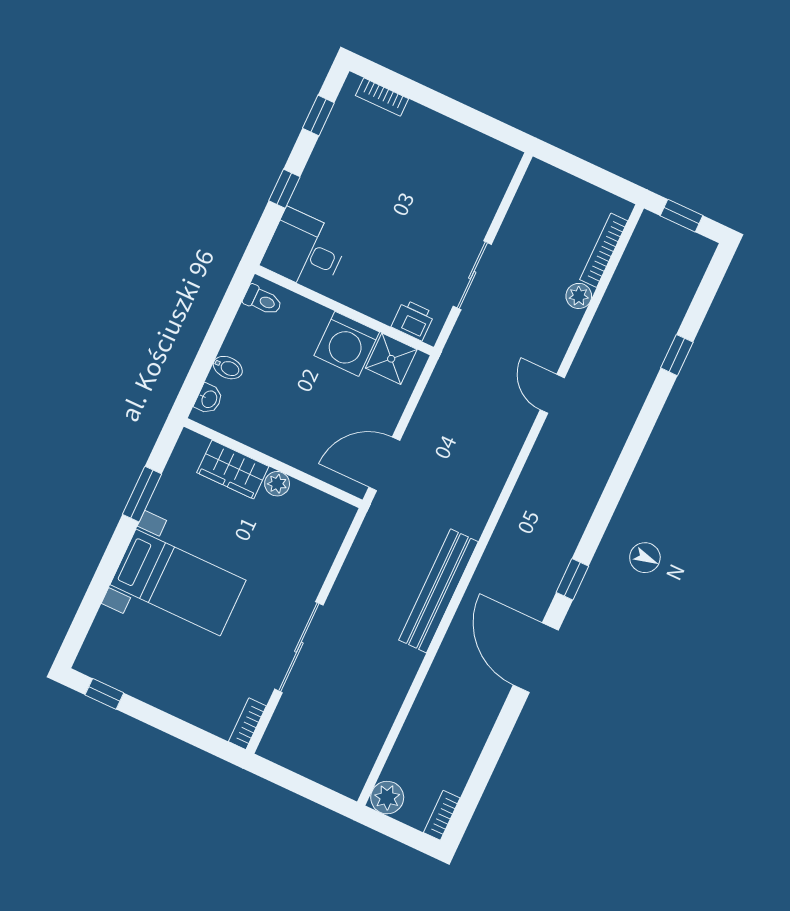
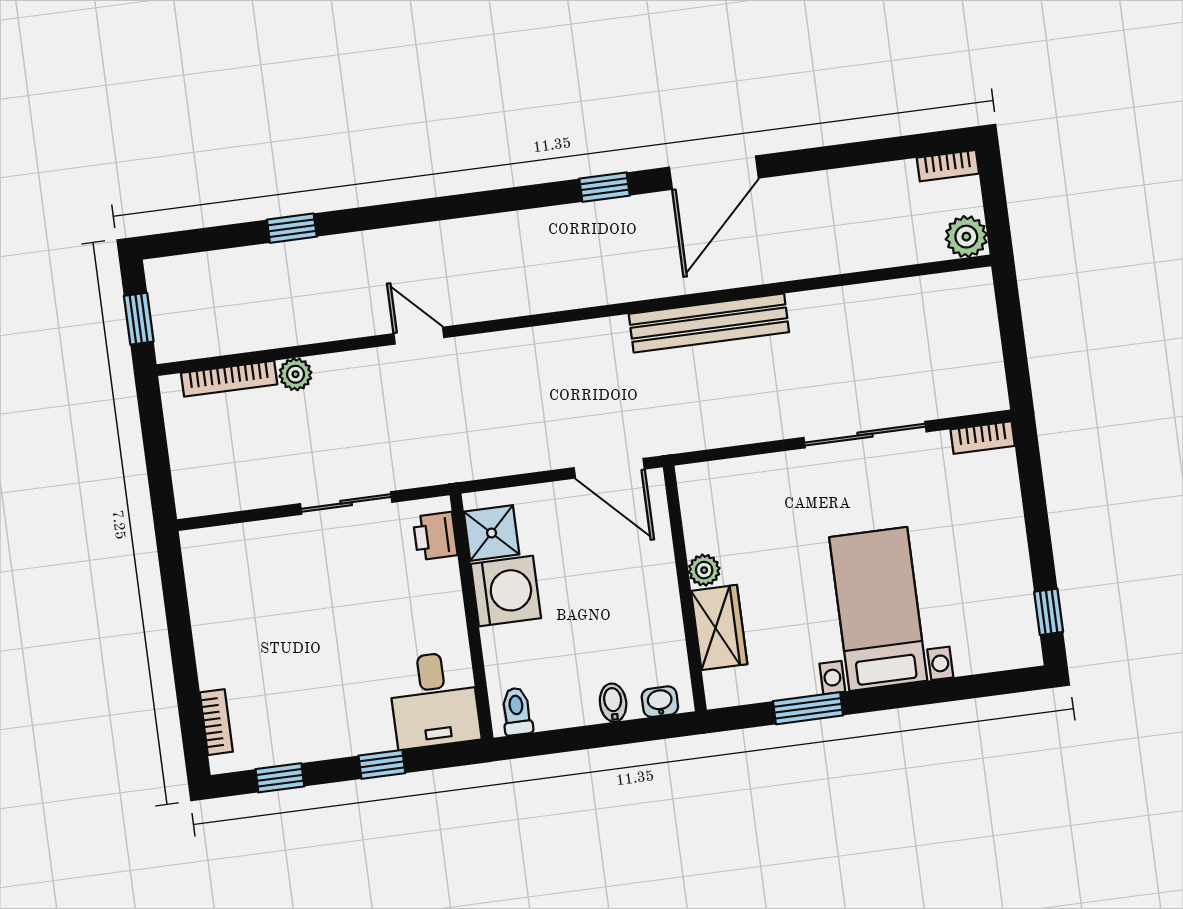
door: (552, 394) -> (419, 336), swing flipped

